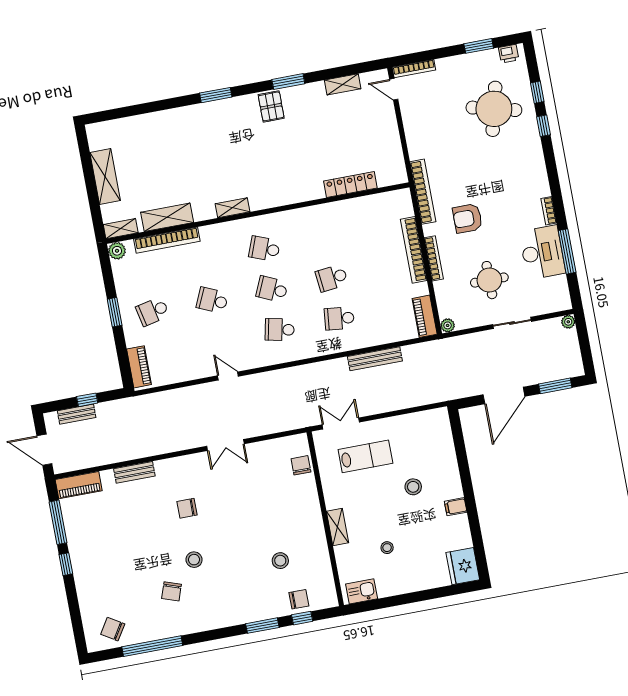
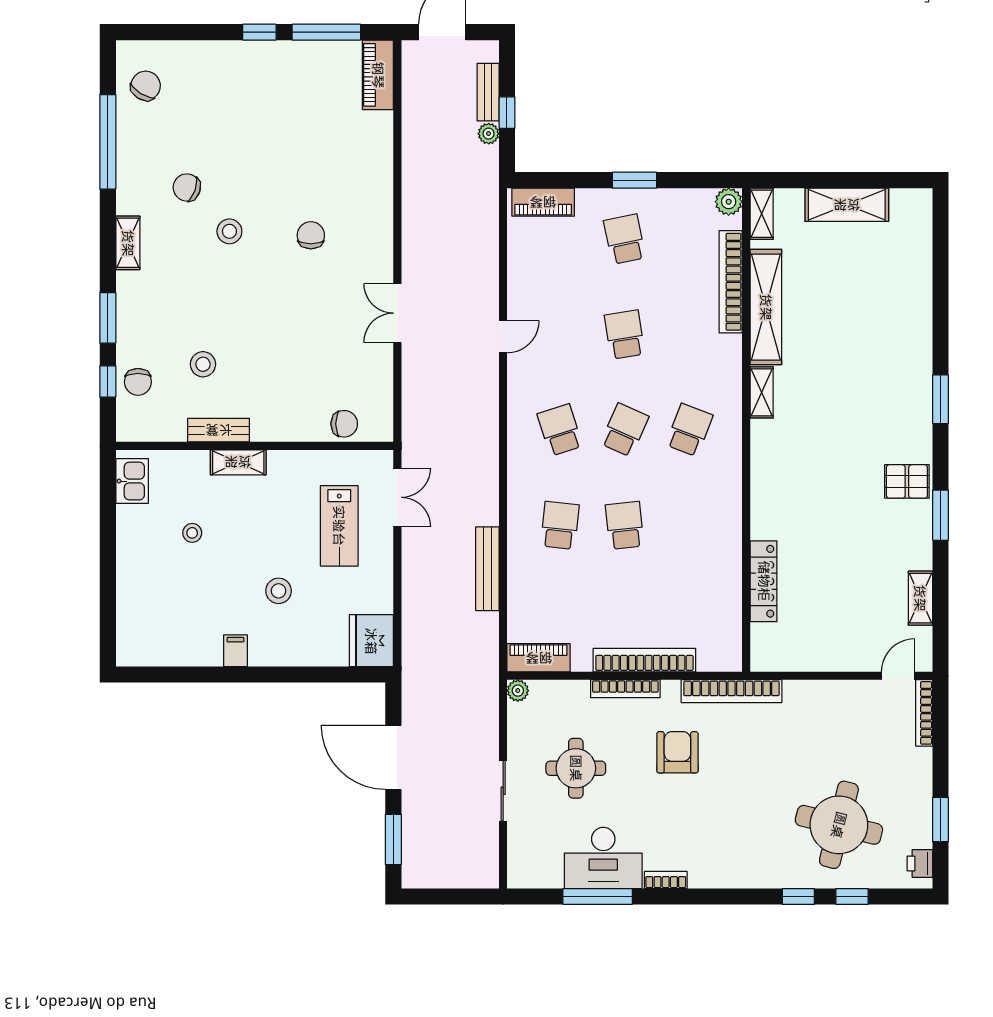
shelving: (167, 217) -> (766, 307), width x1.47
school desk: (212, 300) -> (625, 335), turned -33
plant: (568, 322) -> (489, 134), moved
school desk: (280, 330) -> (560, 430), turned -30
bench: (134, 472) -> (219, 430), moved, turned 90
fridge: (463, 566) -> (371, 641), moved, turned -90
shelving: (213, 622) -> (128, 243), added

